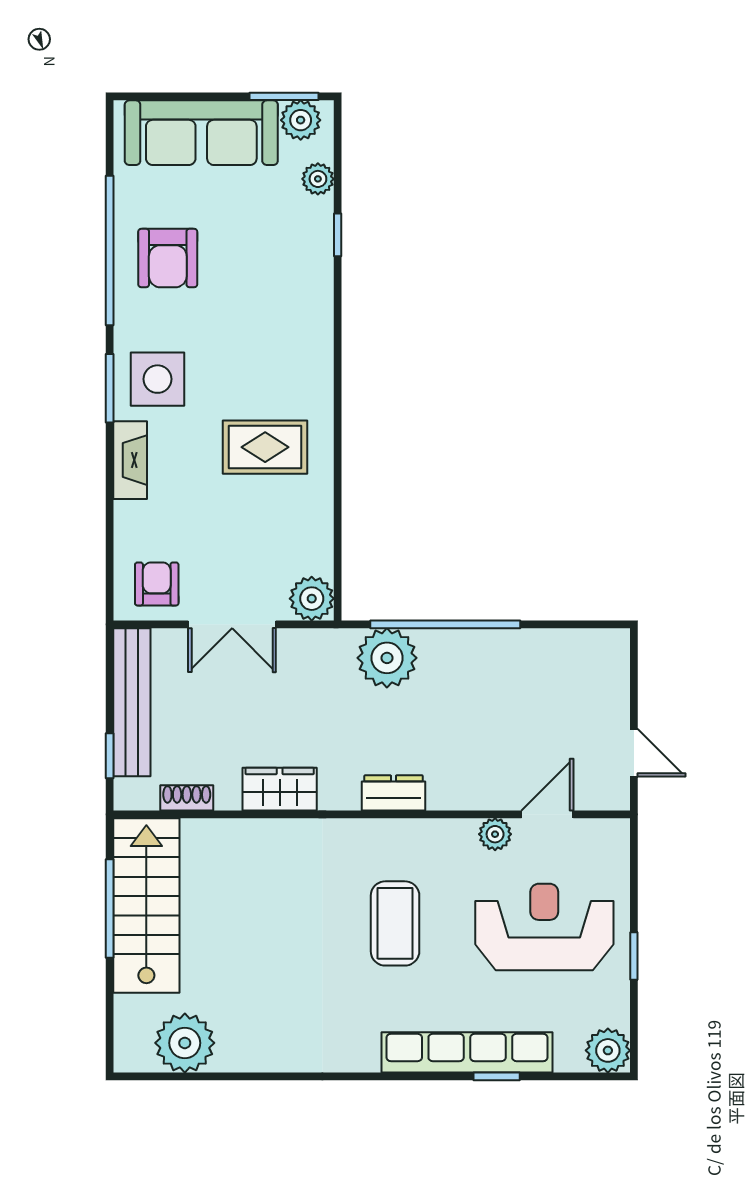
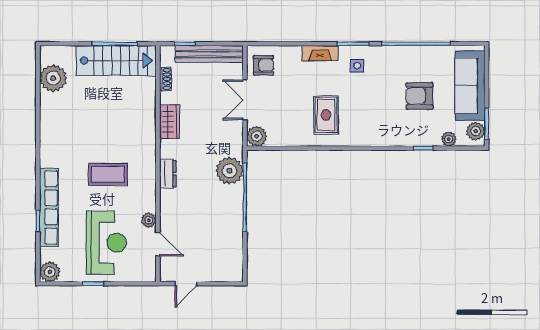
armchair: (168, 258) -> (419, 96), moved
side table: (157, 379) -> (357, 66), width x0.54, depth x0.54

